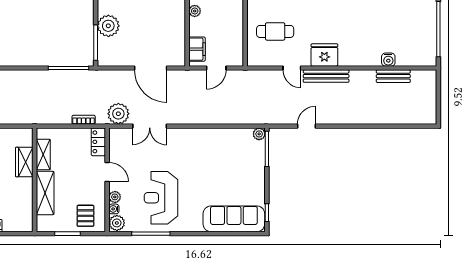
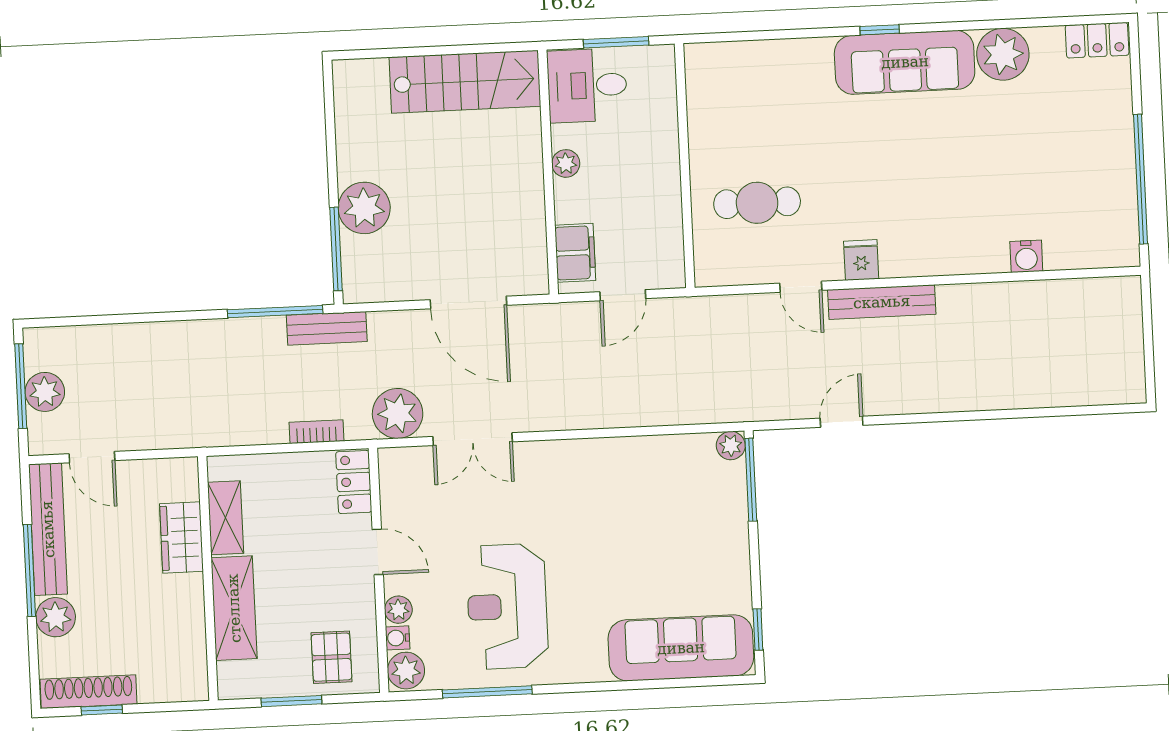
fridge: (324, 55) -> (861, 260), width x0.53, depth x0.75
bench: (393, 76) -> (327, 328), moved

